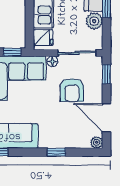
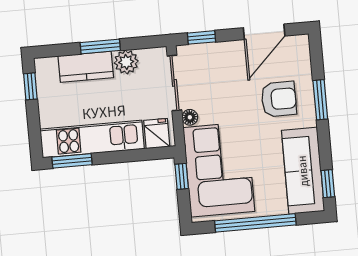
armchair: (72, 90) -> (279, 99), moved
plant: (97, 142) -> (301, 43), removed
window: (56, 152) -> (320, 100), width x1.50

